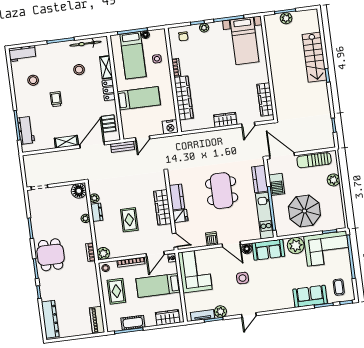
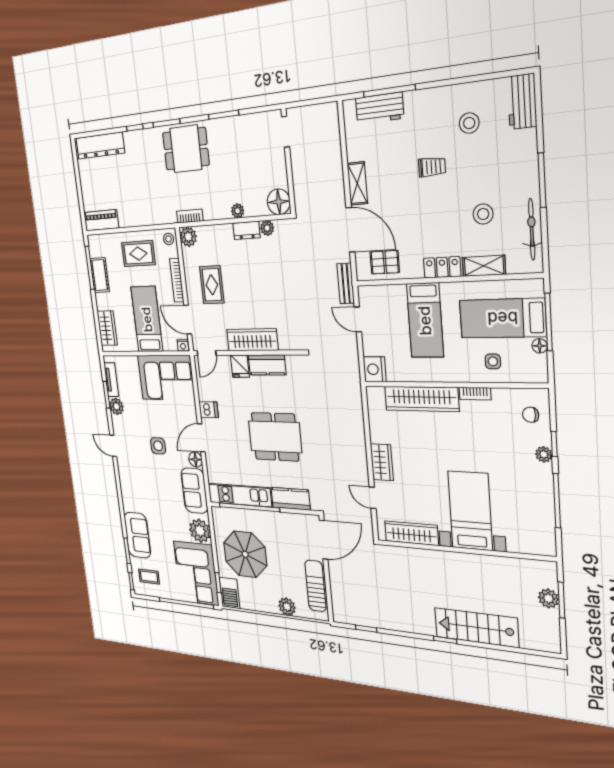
bed with nightstands: (245, 41) -> (470, 511), moved, turned 90
barbecue: (277, 184) -> (229, 593), moved, turned -90
rug: (129, 220) -> (212, 285), moved, turned 90

